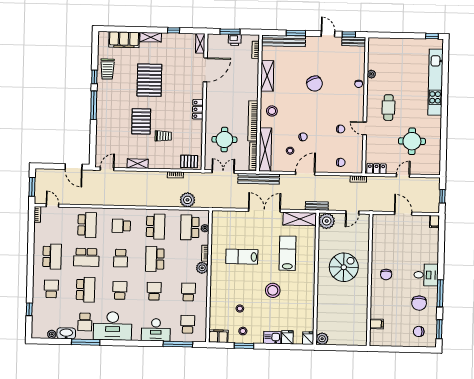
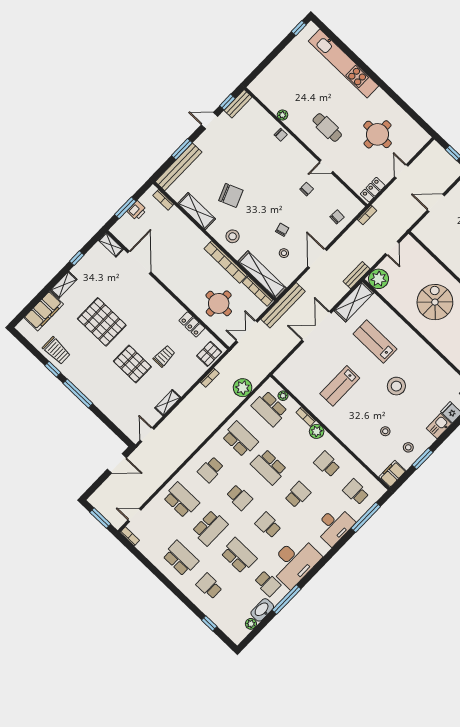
chair: (315, 84) -> (231, 195), moved
locker: (198, 109) -> (192, 324), moved
school desk: (154, 291) -> (298, 495), turned 90

